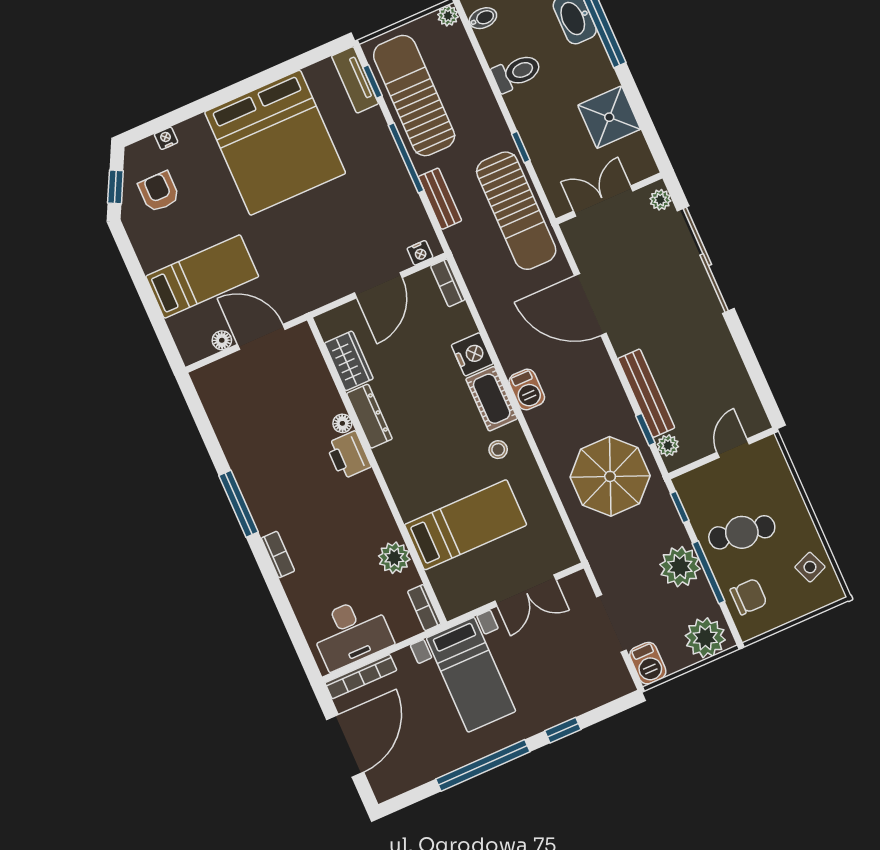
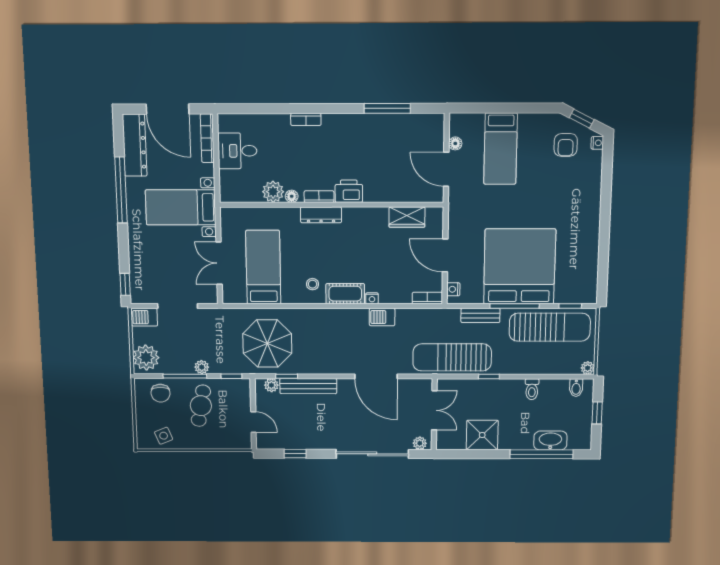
toilet: (517, 73) -> (532, 389), width x0.73, depth x0.72
tv unit: (355, 80) -> (576, 296), removed
nightstand: (166, 138) -> (597, 143), moved
bed: (275, 143) -> (520, 267), moved, turned 90
armchair: (159, 192) -> (566, 145), turned 90
door: (590, 305) -> (376, 376), swing flipped
door: (261, 337) -> (446, 169), swing flipped
nightstand: (472, 354) -> (372, 298), width x0.53, depth x0.56
window: (754, 369) -> (295, 454), added
barbecue: (527, 390) -> (382, 317), moved
dresser: (369, 416) -> (321, 215), moved
floor lamp: (342, 423) -> (292, 196), moved
window: (238, 504) -> (387, 108), moved
bed: (466, 525) -> (263, 267), moved, turned 180
plant: (680, 567) -> (202, 367), width x0.53, depth x0.53
bookcase: (424, 608) -> (319, 197), moved
desk: (351, 633) -> (237, 151), width x0.73
window: (563, 730) -> (125, 284), moved
dresser: (413, 771) -> (135, 145), added

